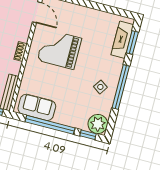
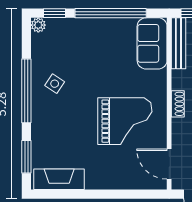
fireplace: (122, 40) -> (59, 179), moved, turned -90
sofa: (37, 107) -> (152, 43), moved, turned 90
plant: (98, 124) -> (38, 25), width x0.53, depth x0.53

